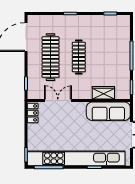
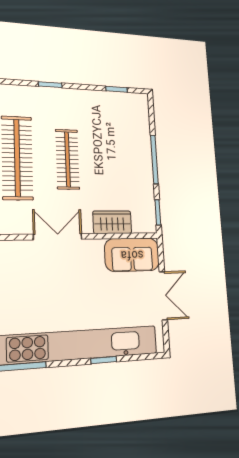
double door: (58, 101) -> (58, 237), moved
sofa: (108, 111) -> (132, 255), width x0.73

